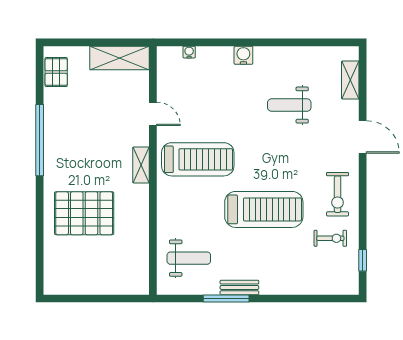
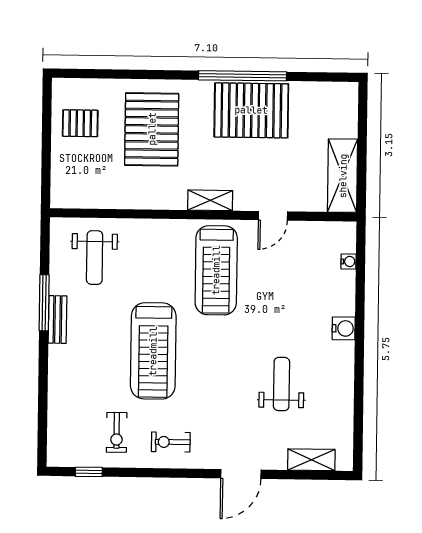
pallet: (56, 72) -> (251, 110), moved, width x2.05, depth x2.00
exercise bike: (338, 194) -> (171, 442), width x0.73, depth x0.72
pallet: (80, 271) -> (80, 123), added

